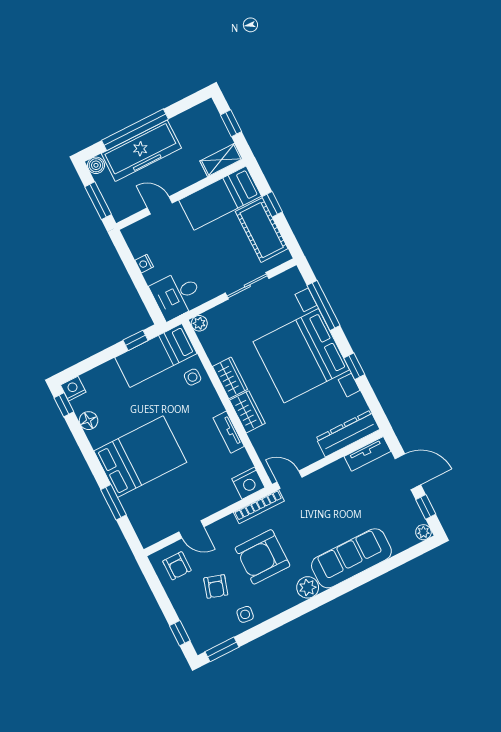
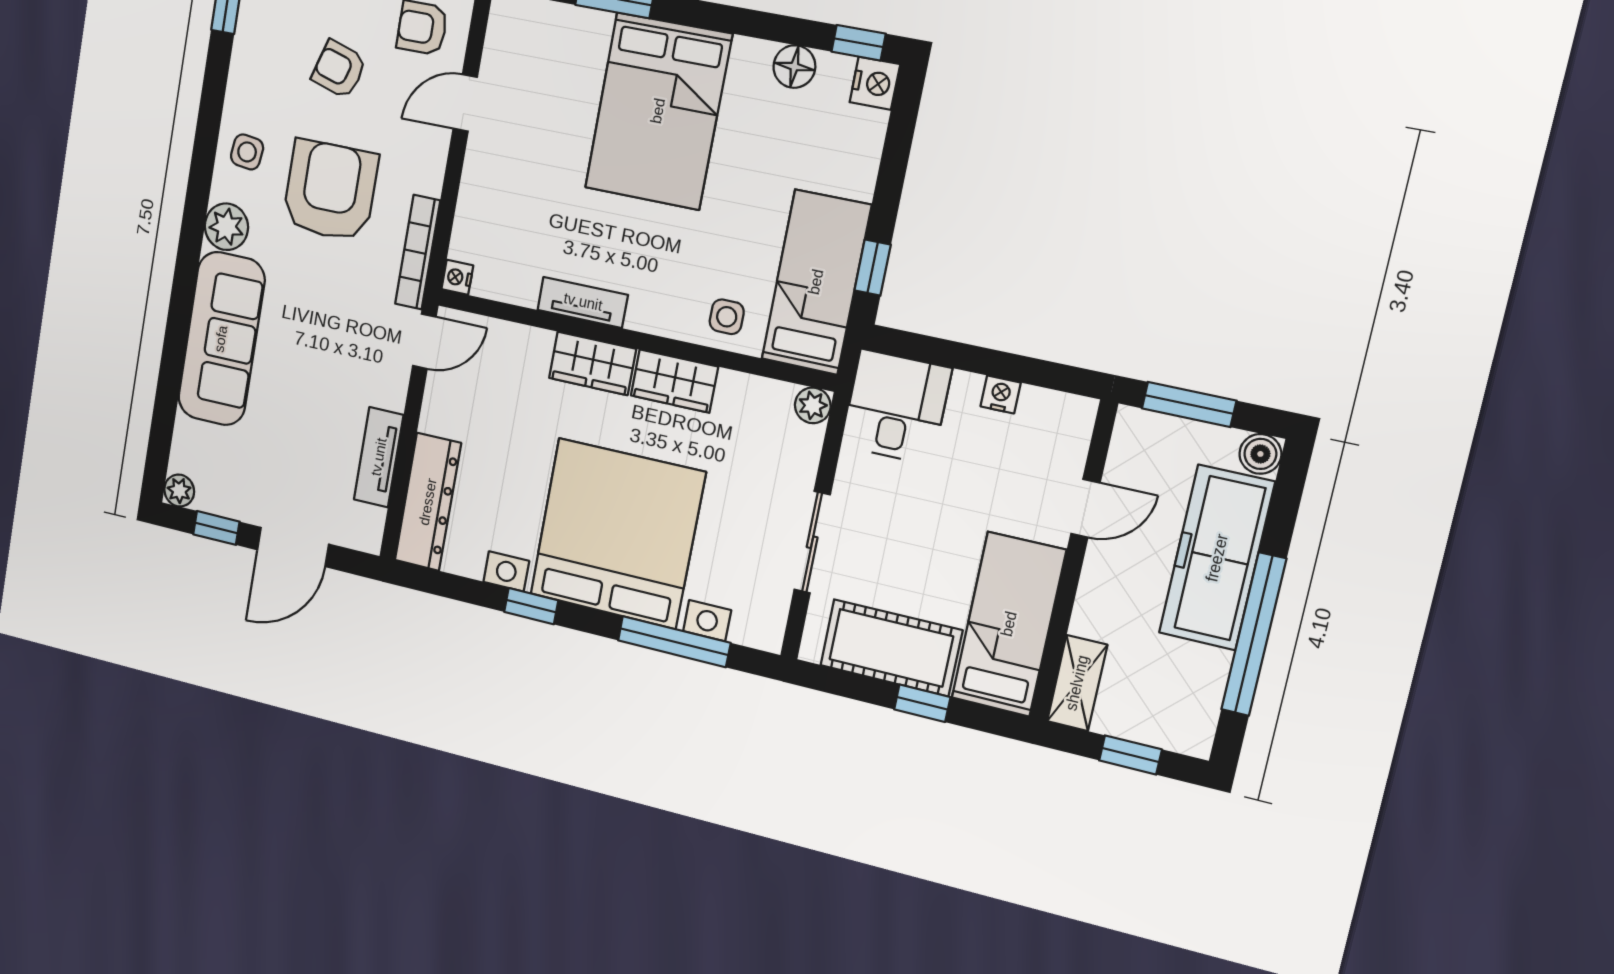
window: (135, 130) -> (1254, 634), moved
tv unit: (367, 454) -> (379, 457), moved
nightstand: (248, 483) -> (457, 277), width x0.53, depth x0.56
side table: (245, 614) -> (247, 152), moved

